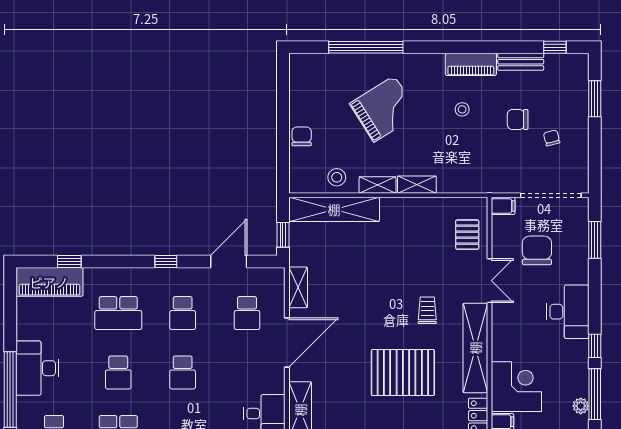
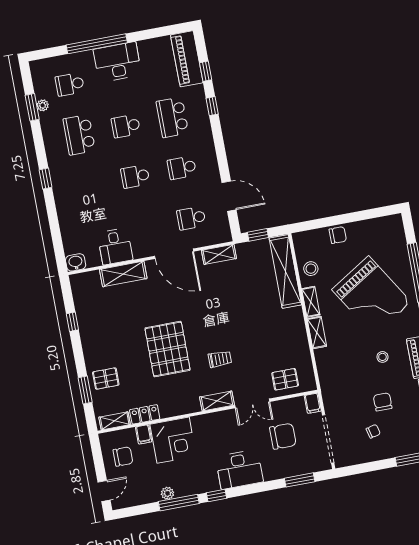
grand piano: (384, 109) -> (371, 296), width x1.37, depth x1.48
window: (166, 261) -> (212, 106), moved
shelving: (475, 348) -> (217, 401), width x0.45, depth x0.75

